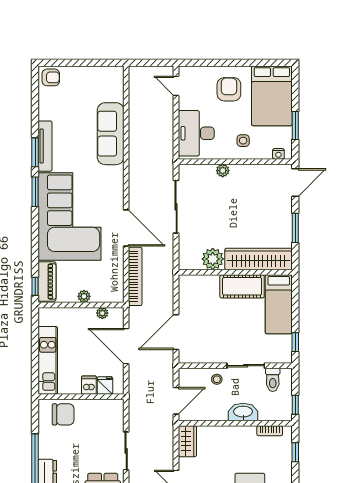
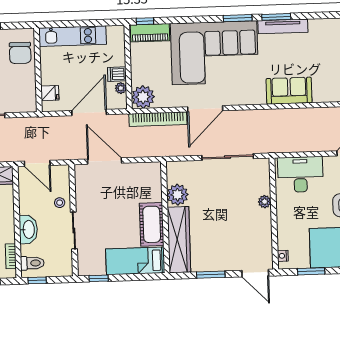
sofa: (111, 134) -> (289, 91), width x0.73
side table: (243, 141) -> (295, 221), removed
plant: (84, 296) -> (143, 97), moved, width x1.87, depth x1.87
toilet: (273, 380) -> (32, 263), moved, turned 180
dishwasher: (89, 385) -> (117, 74), moved, turned 180

